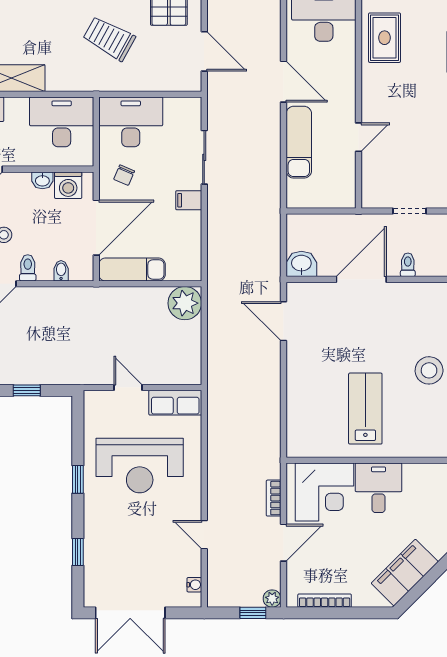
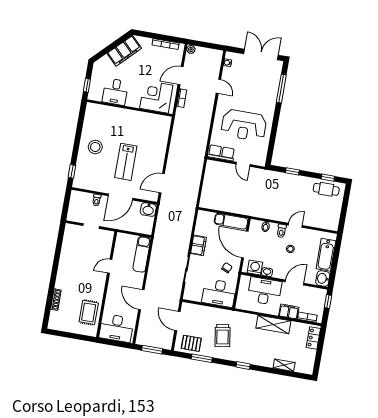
trolley: (109, 38) -> (223, 335), turned 52
desk: (62, 122) -> (264, 291), moved, turned 180
exam couch: (299, 142) -> (142, 254), moved
filing cabinet: (189, 200) -> (198, 245), width x2.00
door: (96, 228) -> (245, 245), hinge flipped
plant: (185, 303) -> (208, 200), removed
door: (284, 321) -> (162, 183), swing flipped
lab bench: (365, 409) -> (126, 162), moved
reception desk: (140, 466) -> (244, 125), turned 180
window: (78, 479) -> (275, 124), removed
desk: (379, 488) -> (115, 92), moved
window: (78, 552) -> (281, 89), width x2.17
window: (253, 613) -> (201, 44), removed

